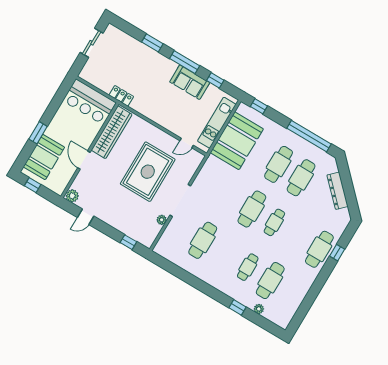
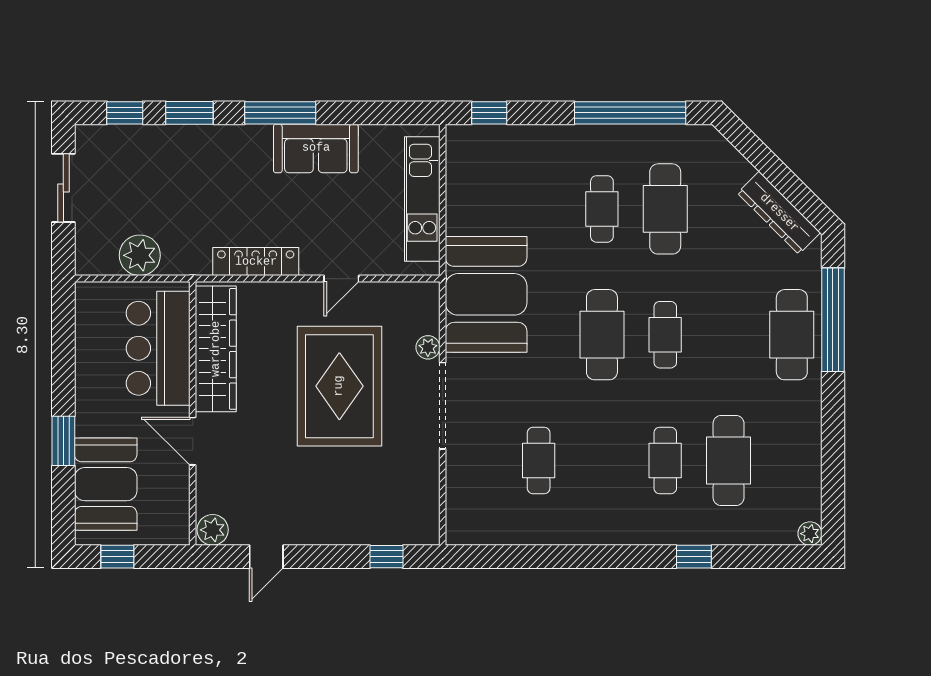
window: (215, 80) -> (125, 113), moved
plant: (104, 83) -> (140, 255), added
locker: (121, 96) -> (256, 262), moved, width x1.53
bar counter: (89, 102) -> (158, 348), moved, turned 90
booth: (237, 141) -> (486, 294), moved
door: (187, 143) -> (341, 279), moved
cafe table: (279, 164) -> (602, 209), width x0.73, depth x0.74
dresser: (337, 191) -> (779, 213), moved
plant: (162, 220) -> (428, 347), moved
cafe table: (203, 240) -> (539, 460), width x0.73, depth x0.74
window: (337, 253) -> (833, 320), width x3.17
plant: (259, 309) -> (810, 534), moved

